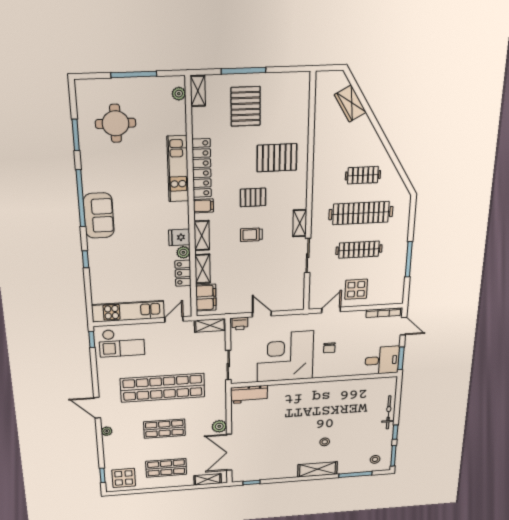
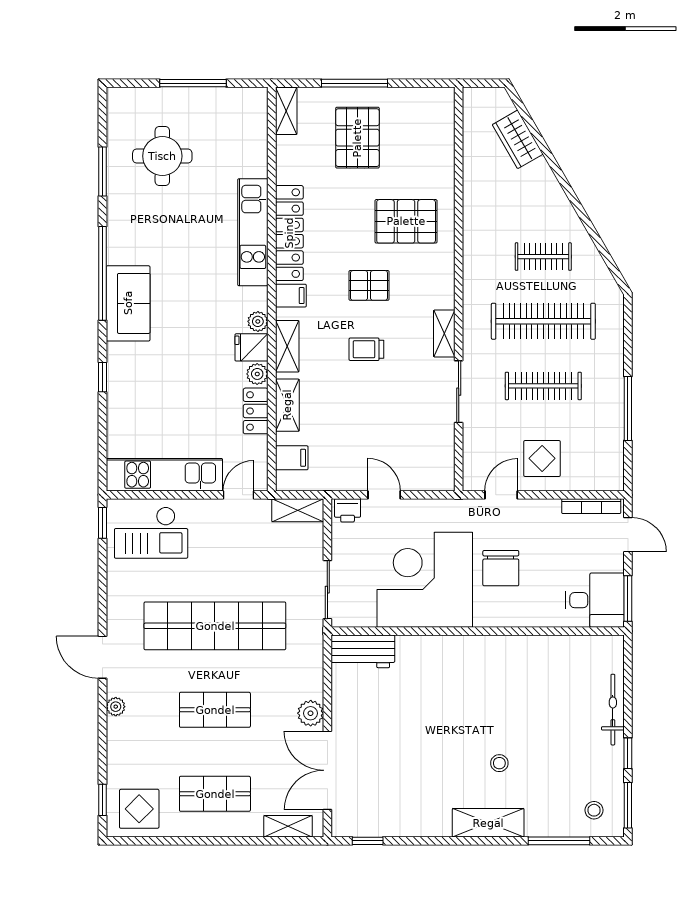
plant: (179, 94) -> (258, 321), moved
filing cabinet: (206, 298) -> (292, 458), width x0.50
chair: (329, 348) -> (501, 568), width x1.87, depth x1.87

